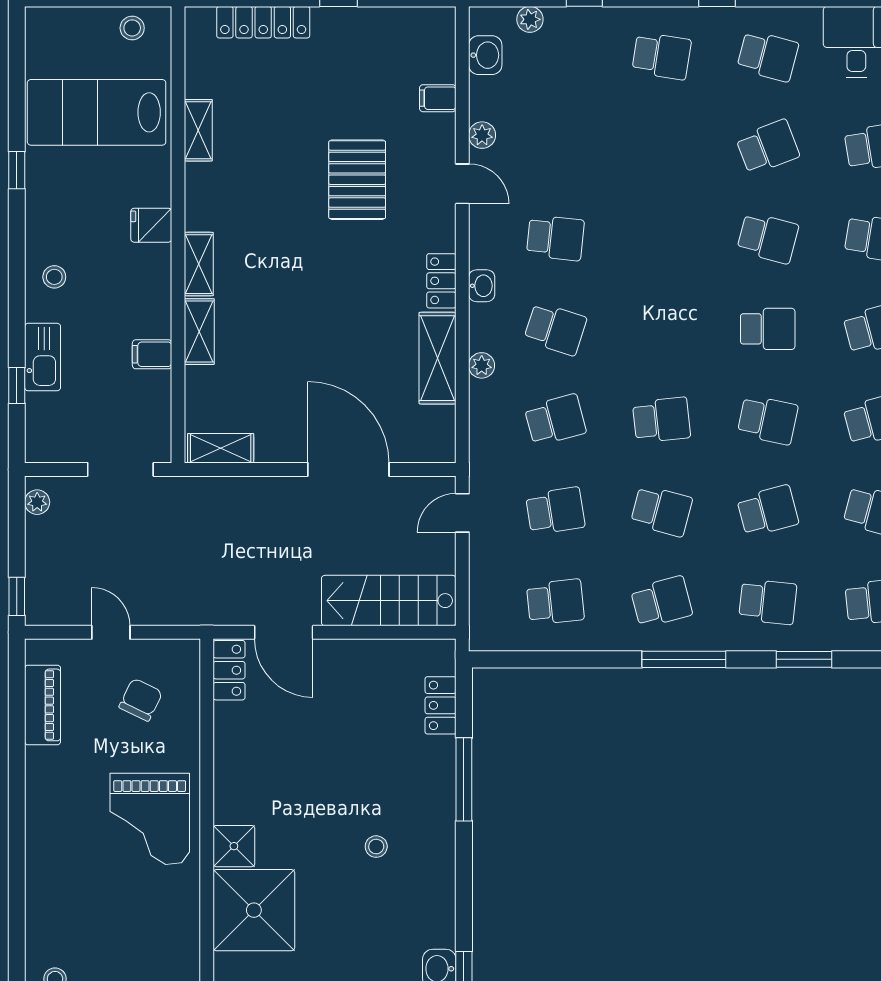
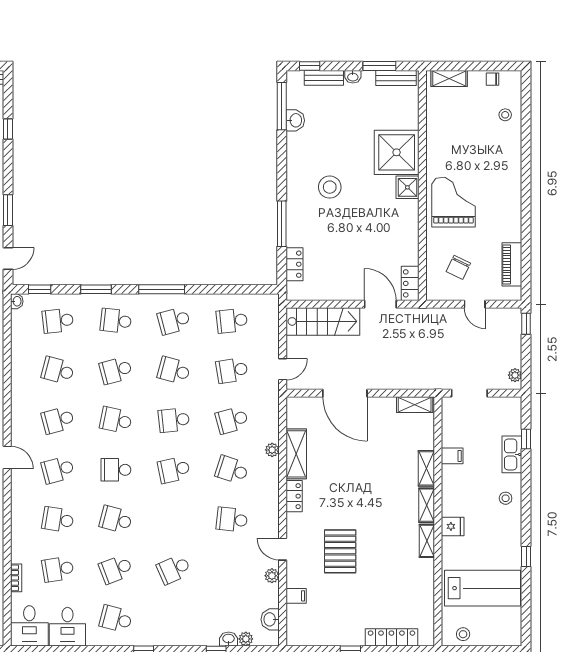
school desk: (662, 56) -> (174, 569), moved, turned -33
shelving: (198, 130) -> (427, 541), moved
washbasin: (482, 286) -> (229, 639), moved, turned 90
school desk: (662, 329) -> (174, 470), added
stool: (376, 847) -> (330, 187), width x1.89, depth x1.89

